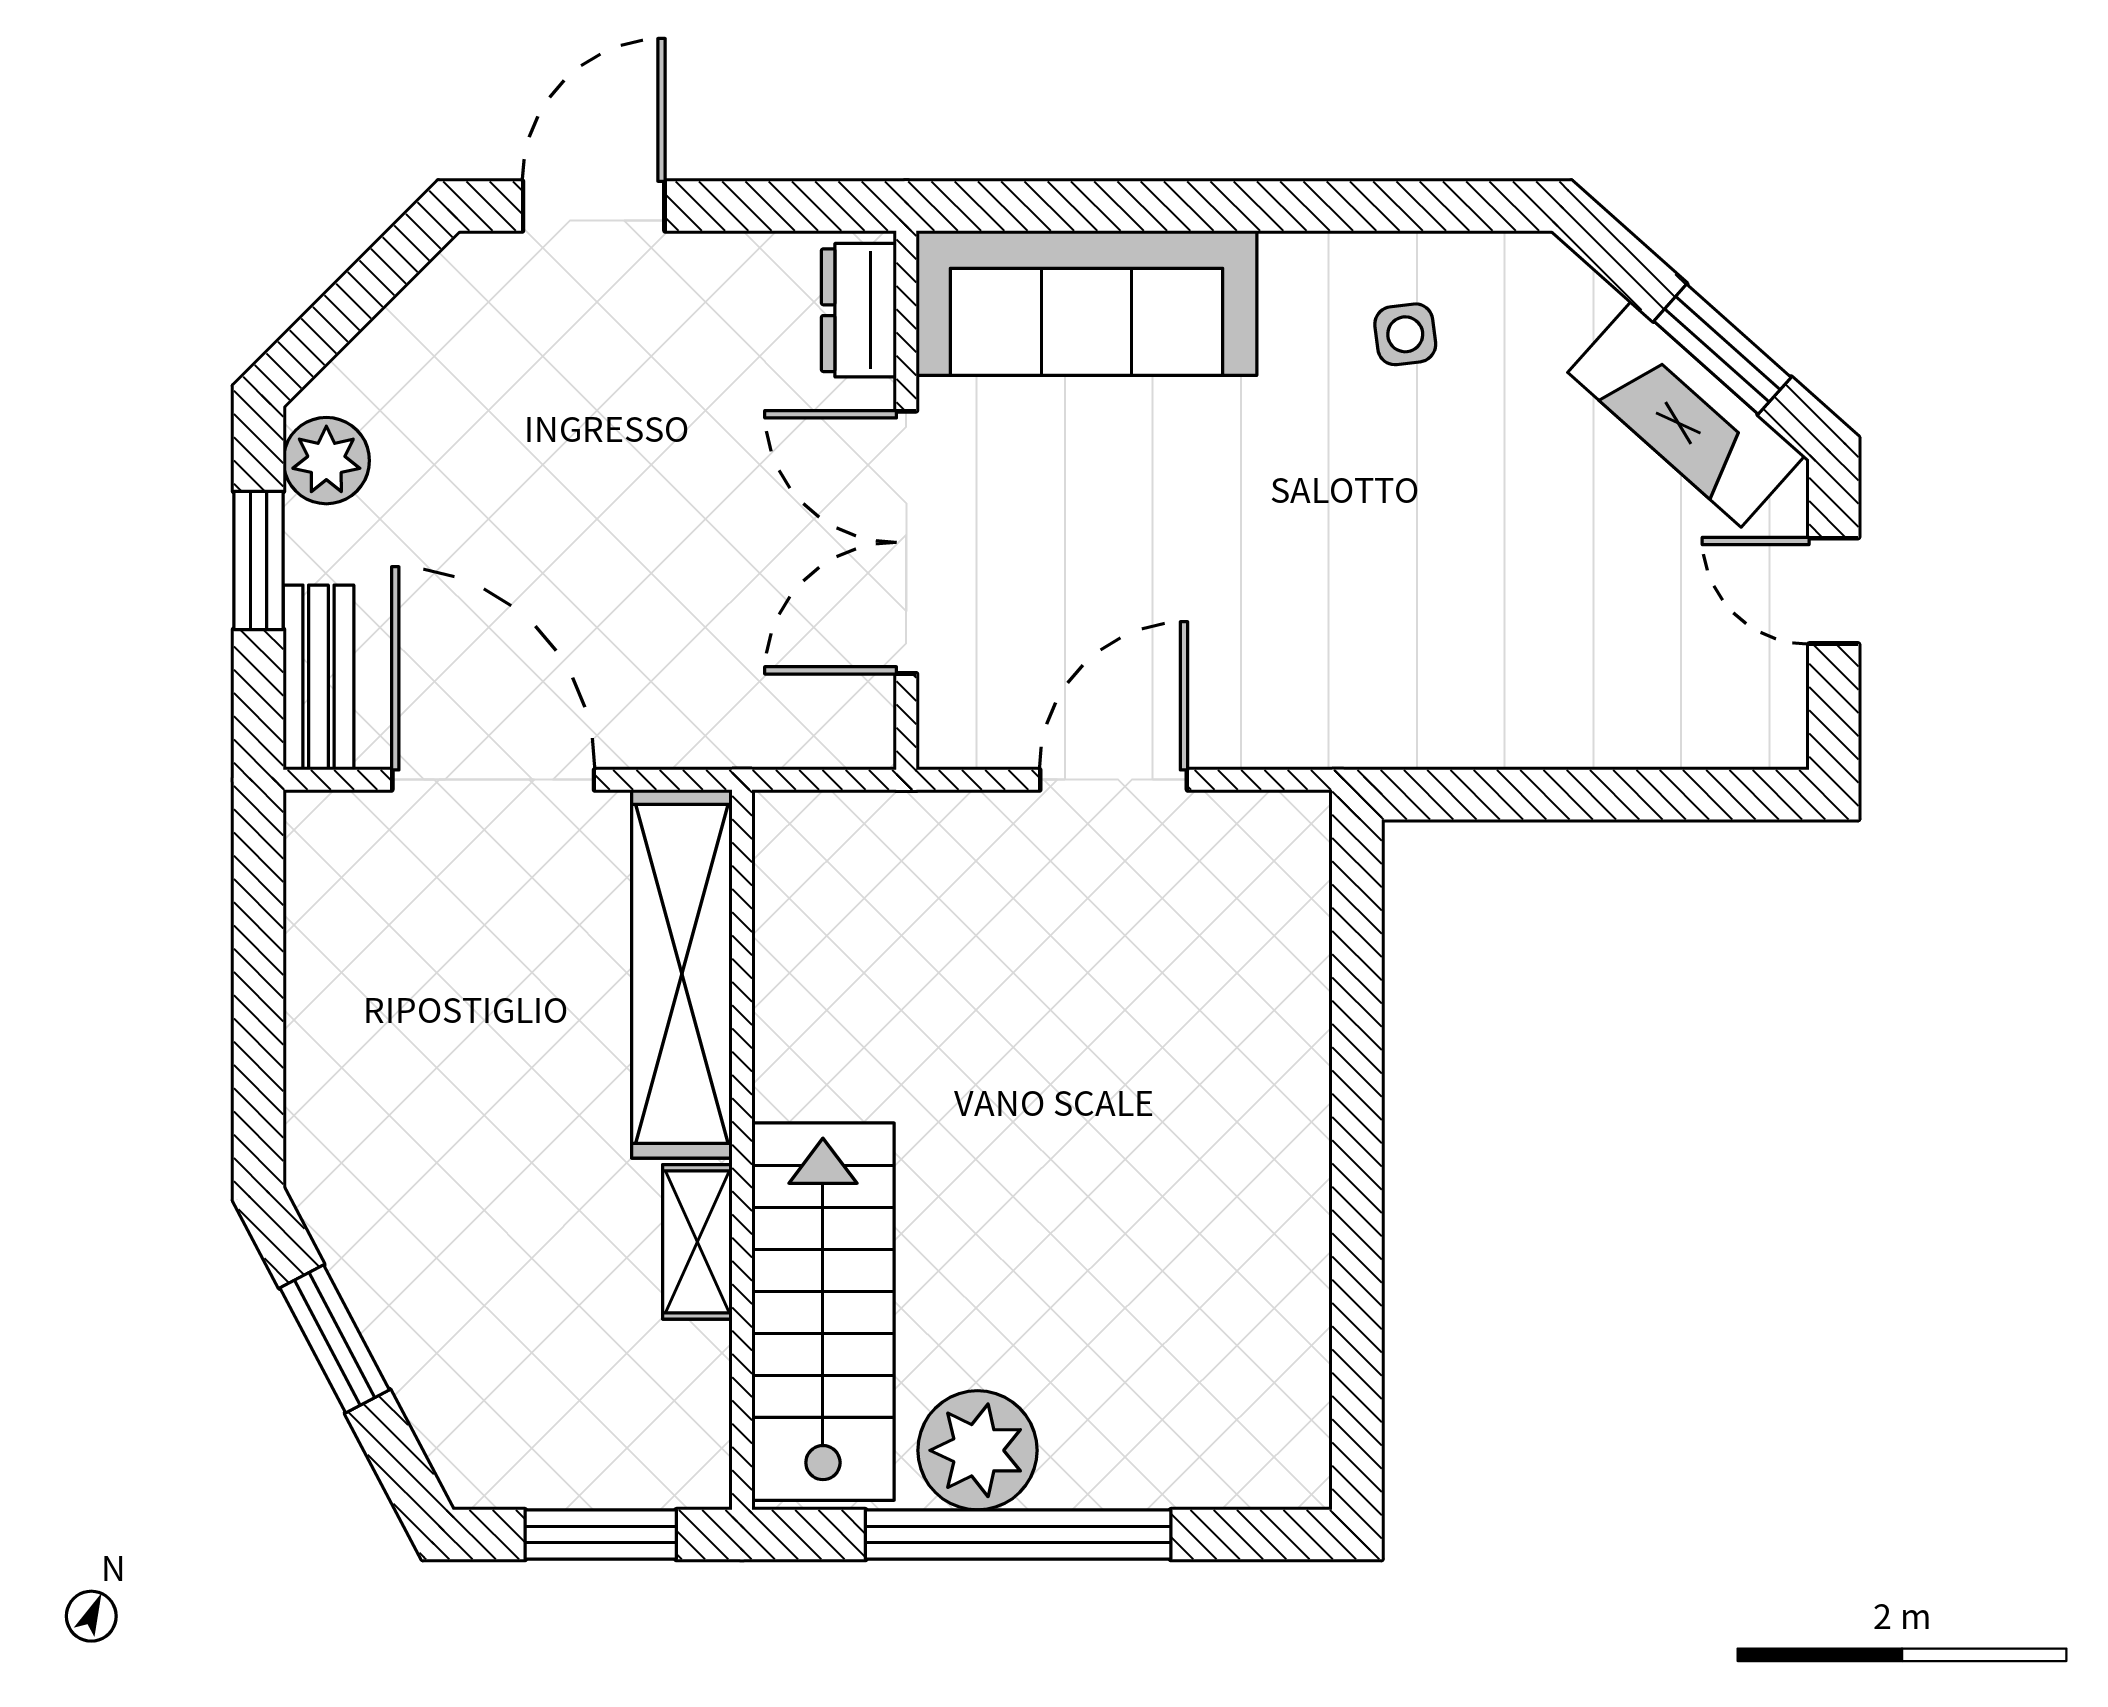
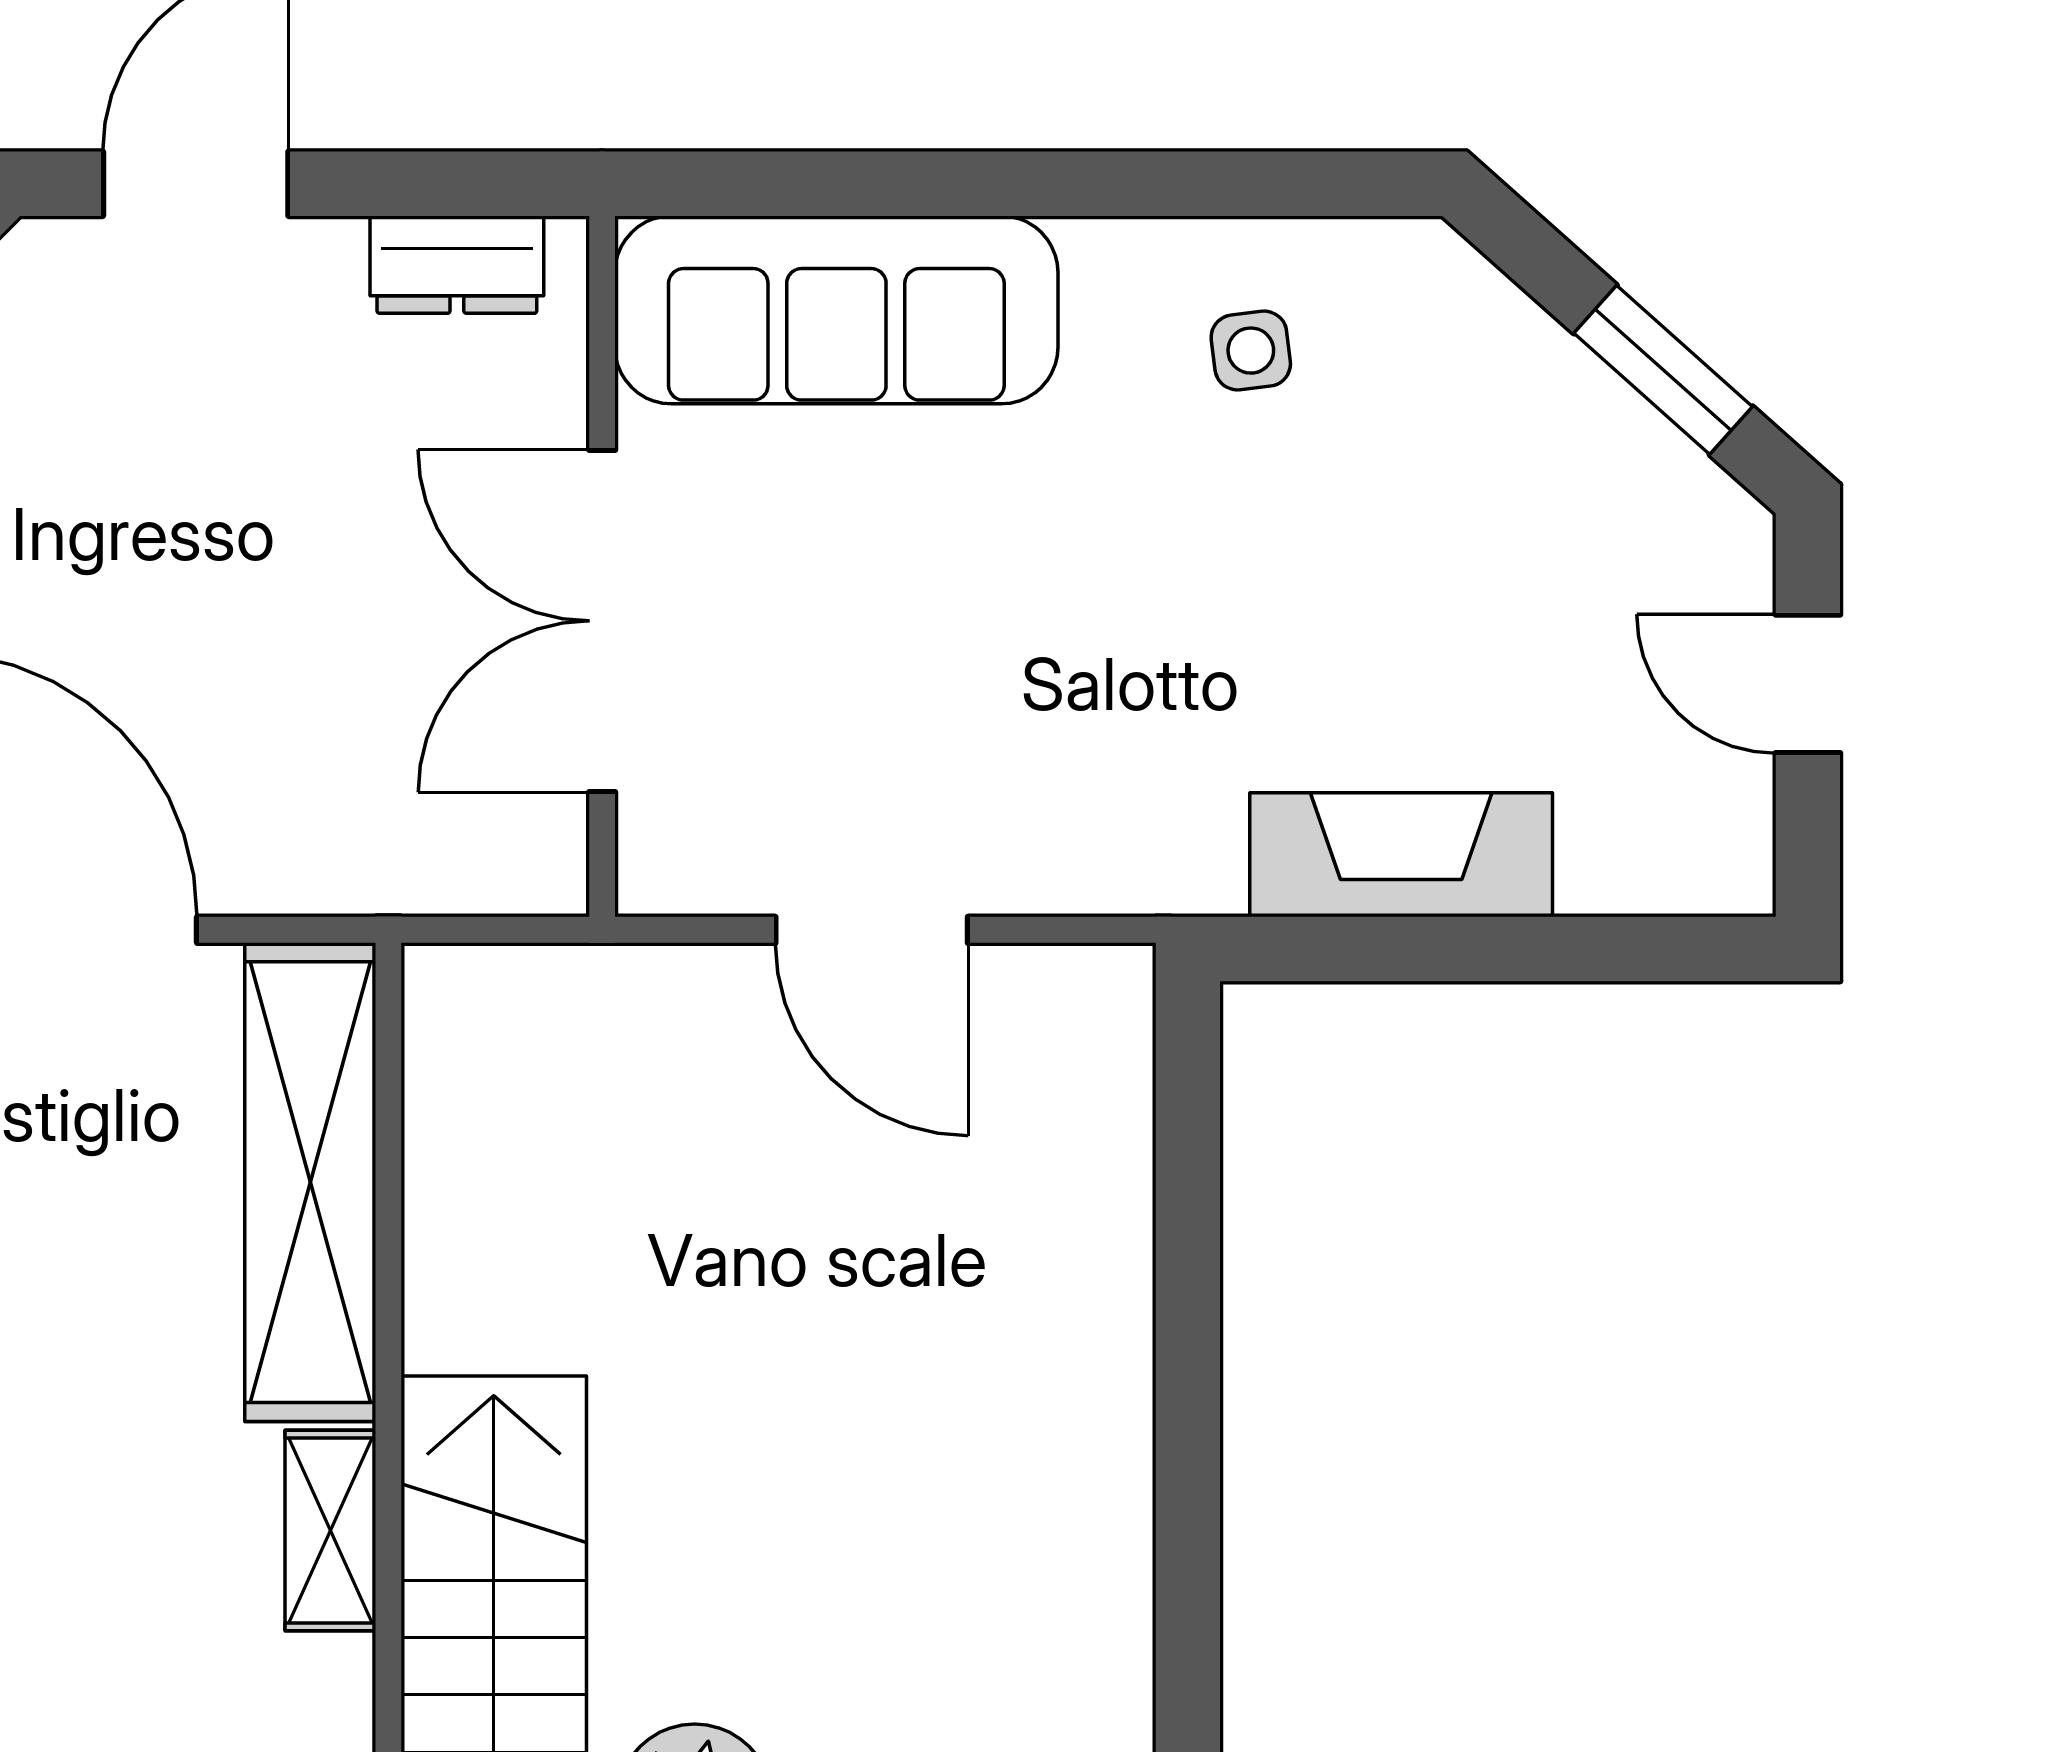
dresser: (859, 310) -> (457, 265), moved, turned -90
fireplace: (1686, 414) -> (1401, 855), moved, turned 138
door: (1114, 780) -> (872, 930), swing flipped

